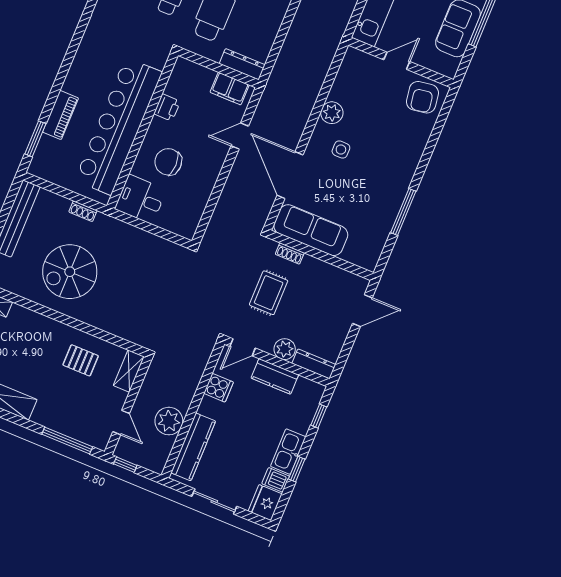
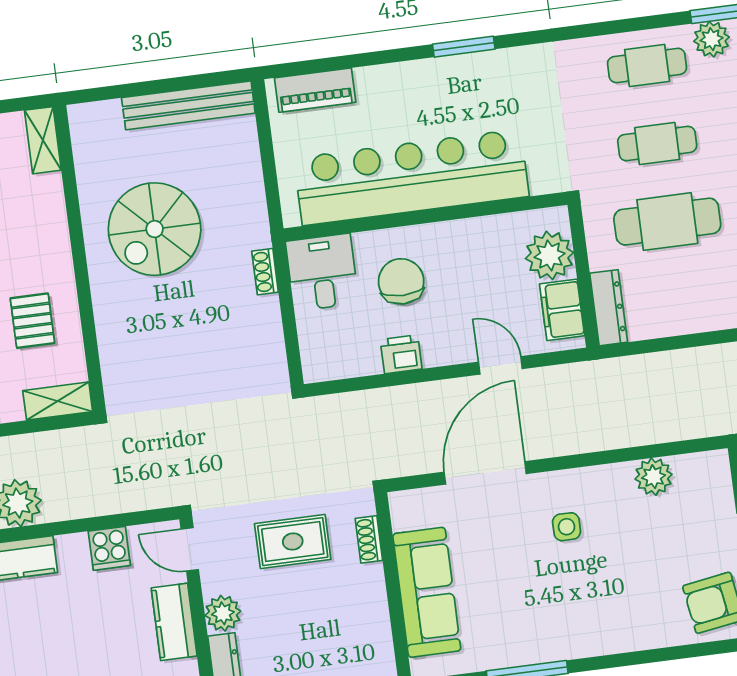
plant: (198, 79) -> (550, 255), added
printer: (167, 108) -> (401, 354), moved, turned 180
plant: (332, 113) -> (654, 477), moved
piano: (60, 115) -> (315, 90), moved
window: (35, 139) -> (464, 47), moved
shoe rack: (83, 211) -> (265, 272), moved
sofa: (311, 230) -> (427, 592), moved
spiral stairs: (70, 272) -> (155, 229), turned -90

